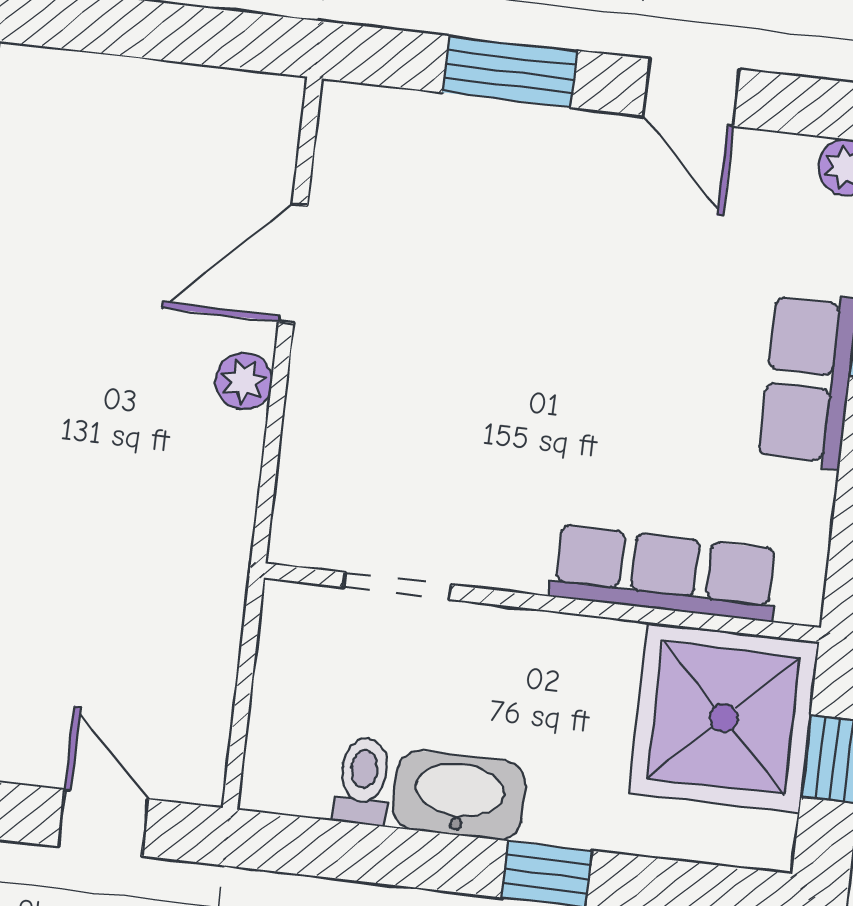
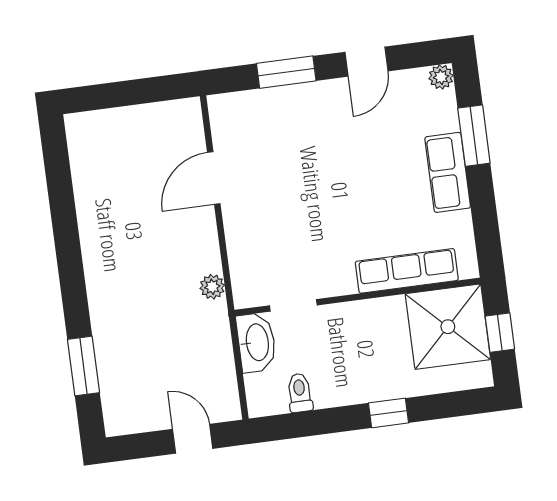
door: (692, 93) -> (367, 62), hinge flipped
plant: (244, 381) -> (212, 287), moved
washbasin: (459, 795) -> (256, 342), moved, turned 90

